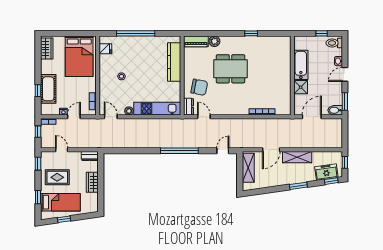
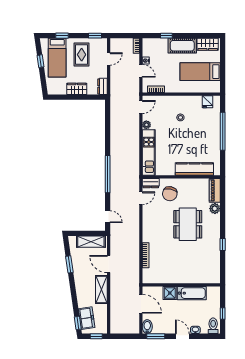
bed: (79, 56) -> (200, 72), width x0.67
cot: (48, 89) -> (182, 46), moved
window: (38, 132) -> (126, 36), removed
window: (298, 186) -> (69, 264), moved

